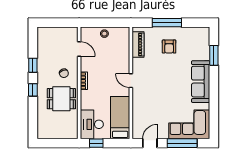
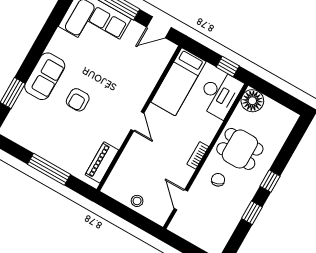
armchair: (169, 47) -> (78, 100), moved, turned 180
sofa: (201, 82) -> (45, 76), width x0.73
floor lamp: (70, 131) -> (252, 101), added

